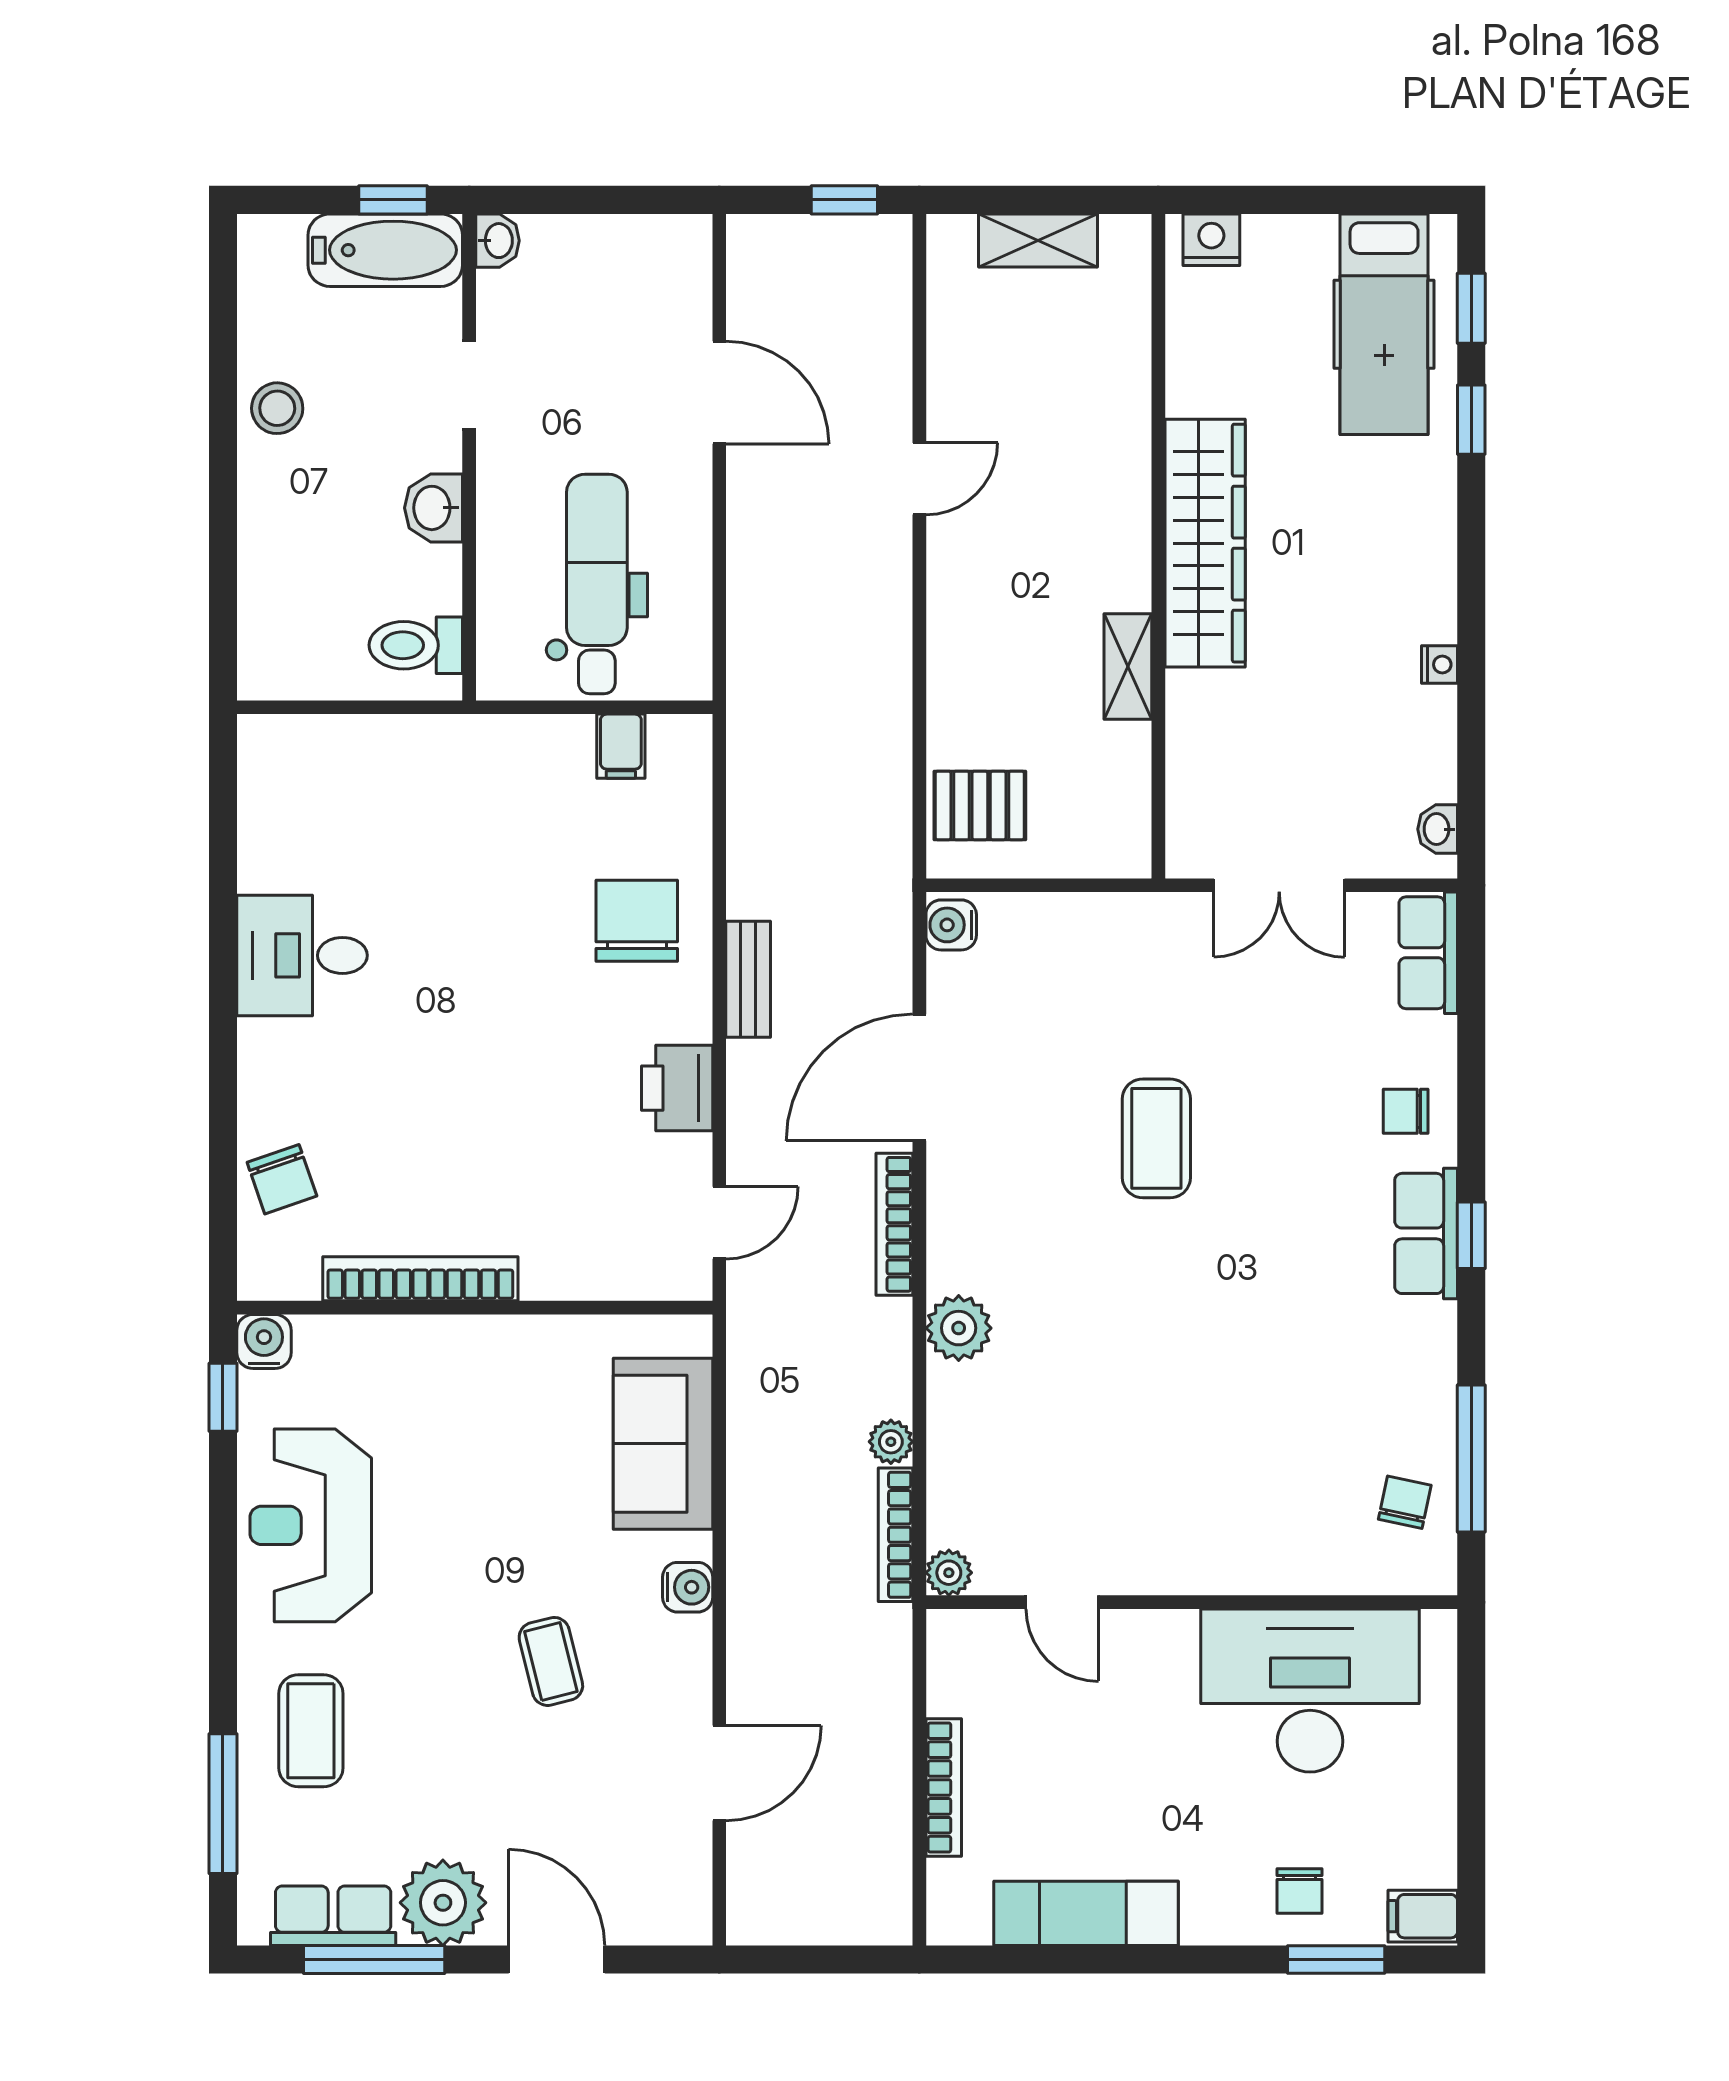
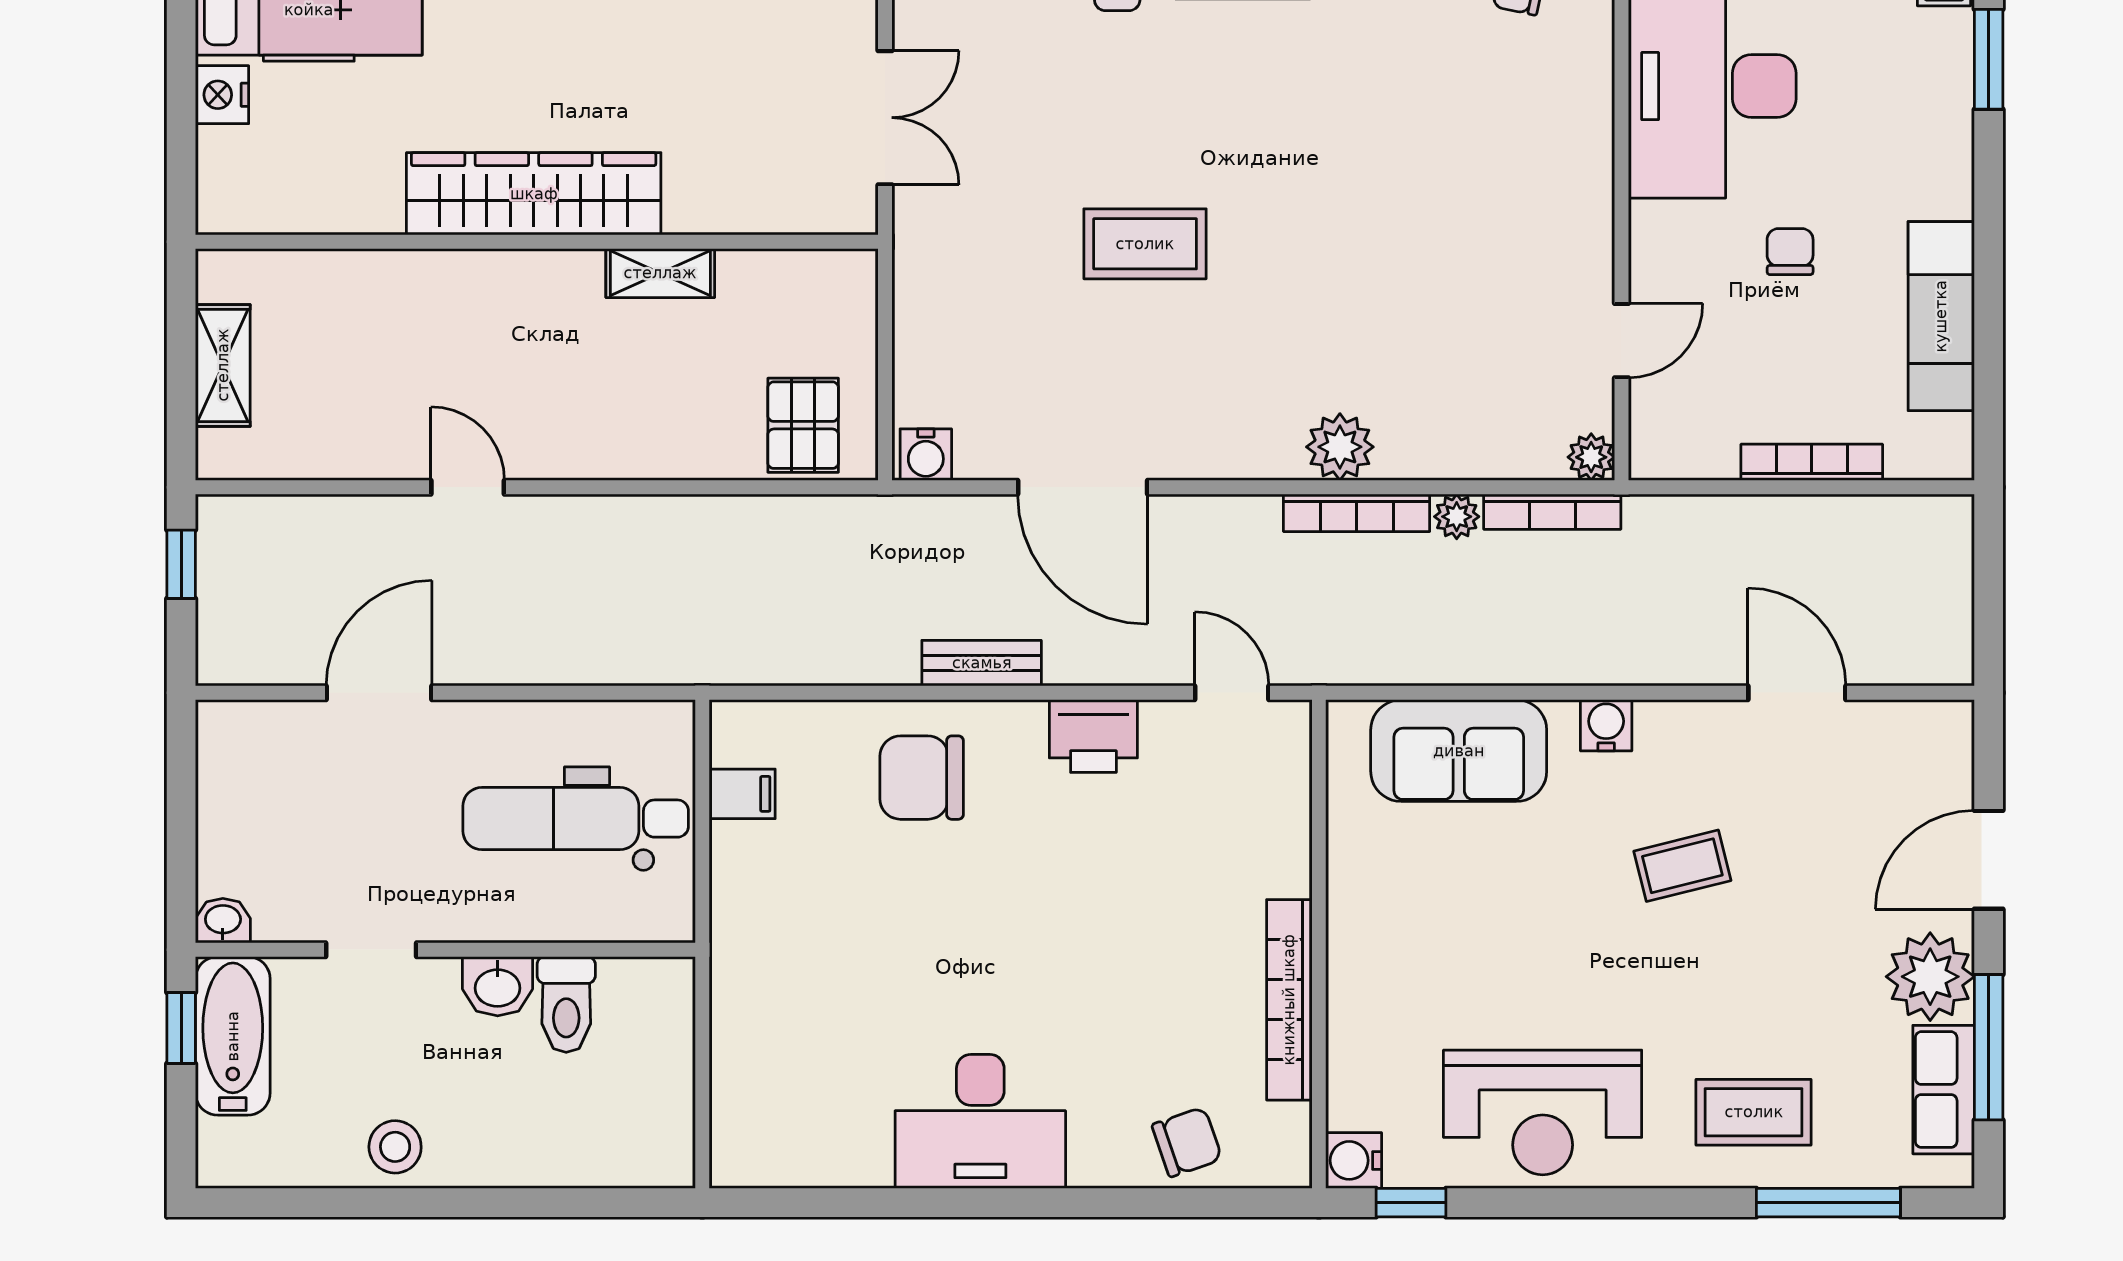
nightstand: (1211, 240) -> (222, 95), moved
toilet: (416, 645) -> (566, 1004), moved
desk: (302, 955) -> (980, 1121), width x1.37
bookcase: (894, 1224) -> (1357, 513), moved
chair: (1299, 1891) -> (1790, 252), moved, turned -90

